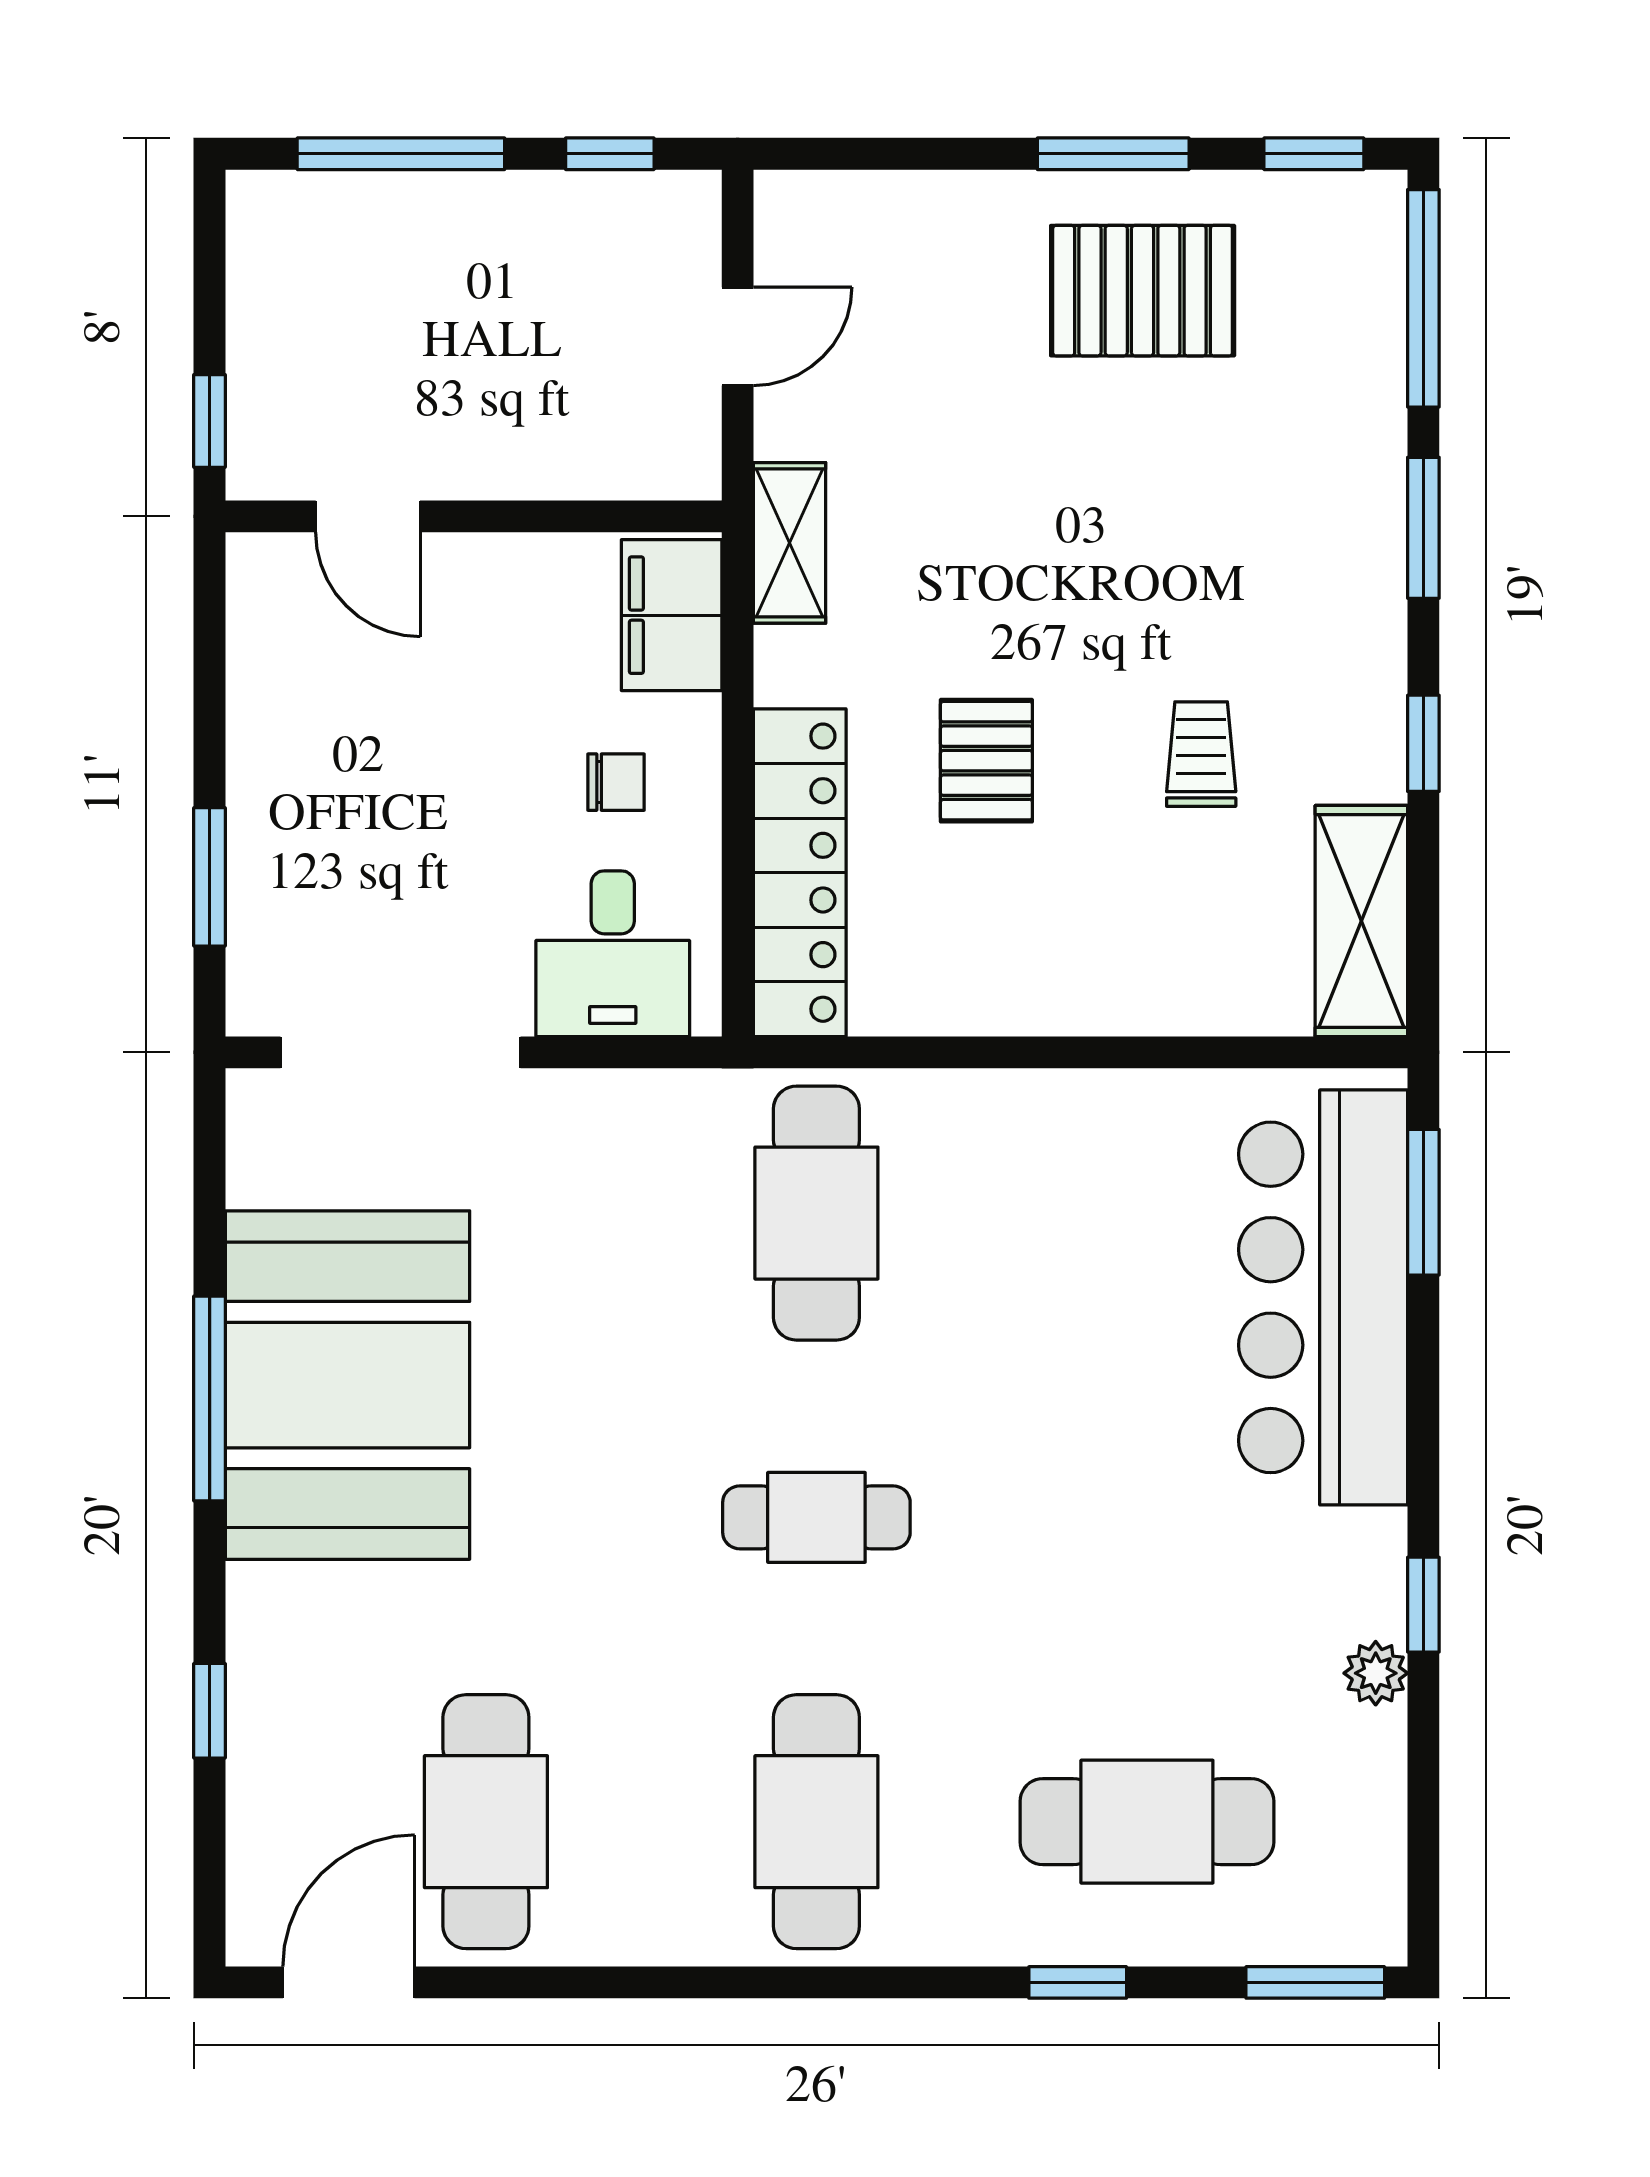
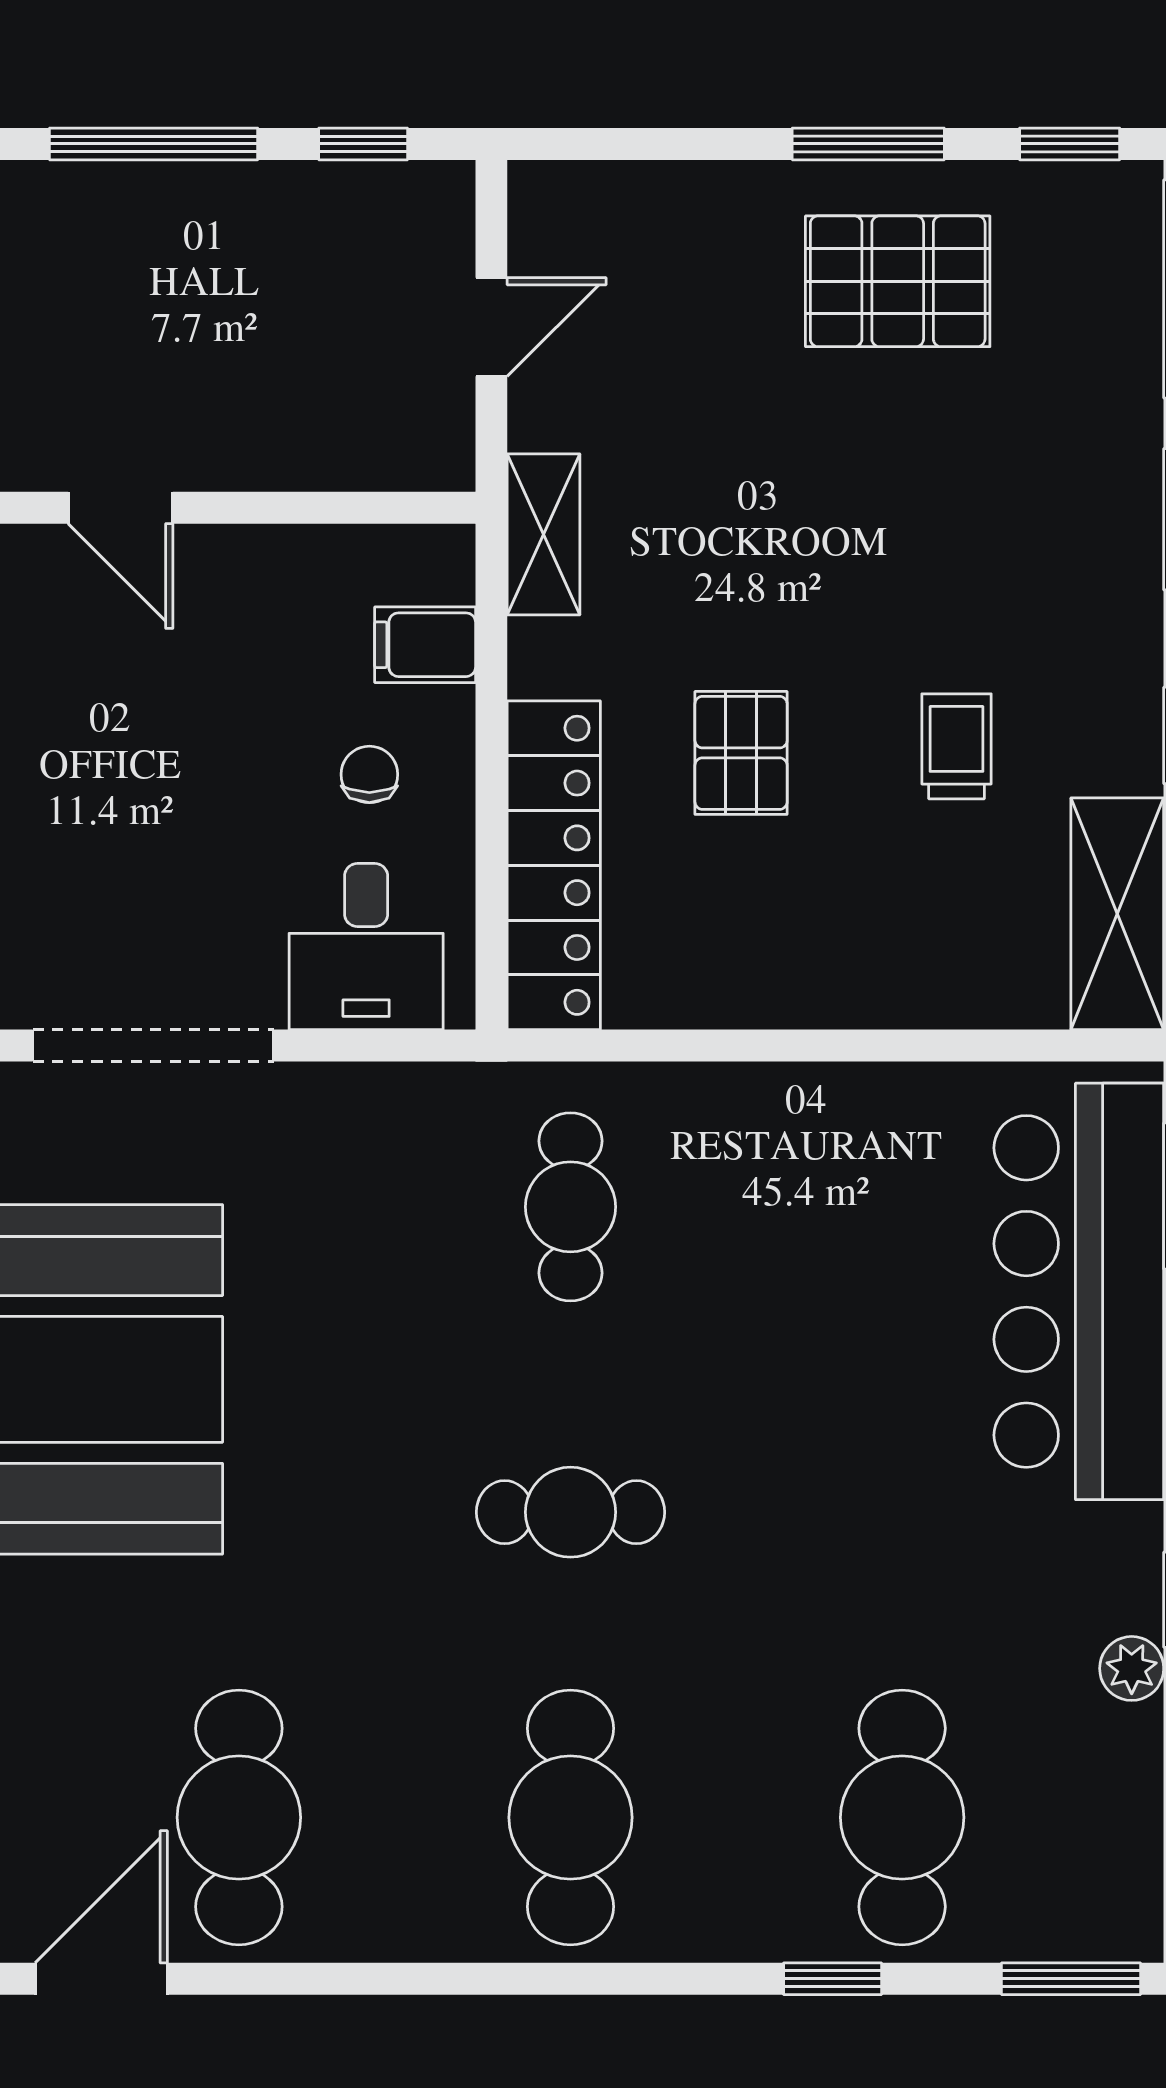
filing cabinet: (672, 615) -> (425, 645), width x0.50
chair: (616, 782) -> (369, 774), turned -90
cafe table: (816, 1213) -> (570, 1207), width x0.73, depth x0.74
cafe table: (1147, 1822) -> (902, 1817), turned 90

